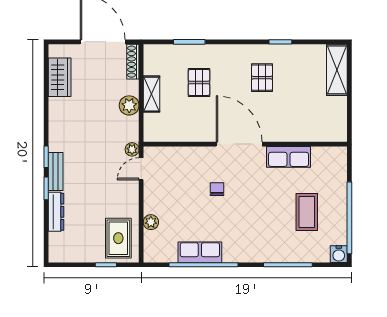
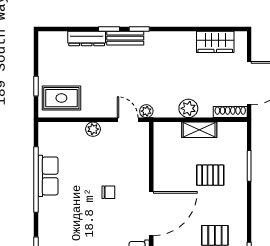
plant: (151, 222) -> (93, 129), moved

